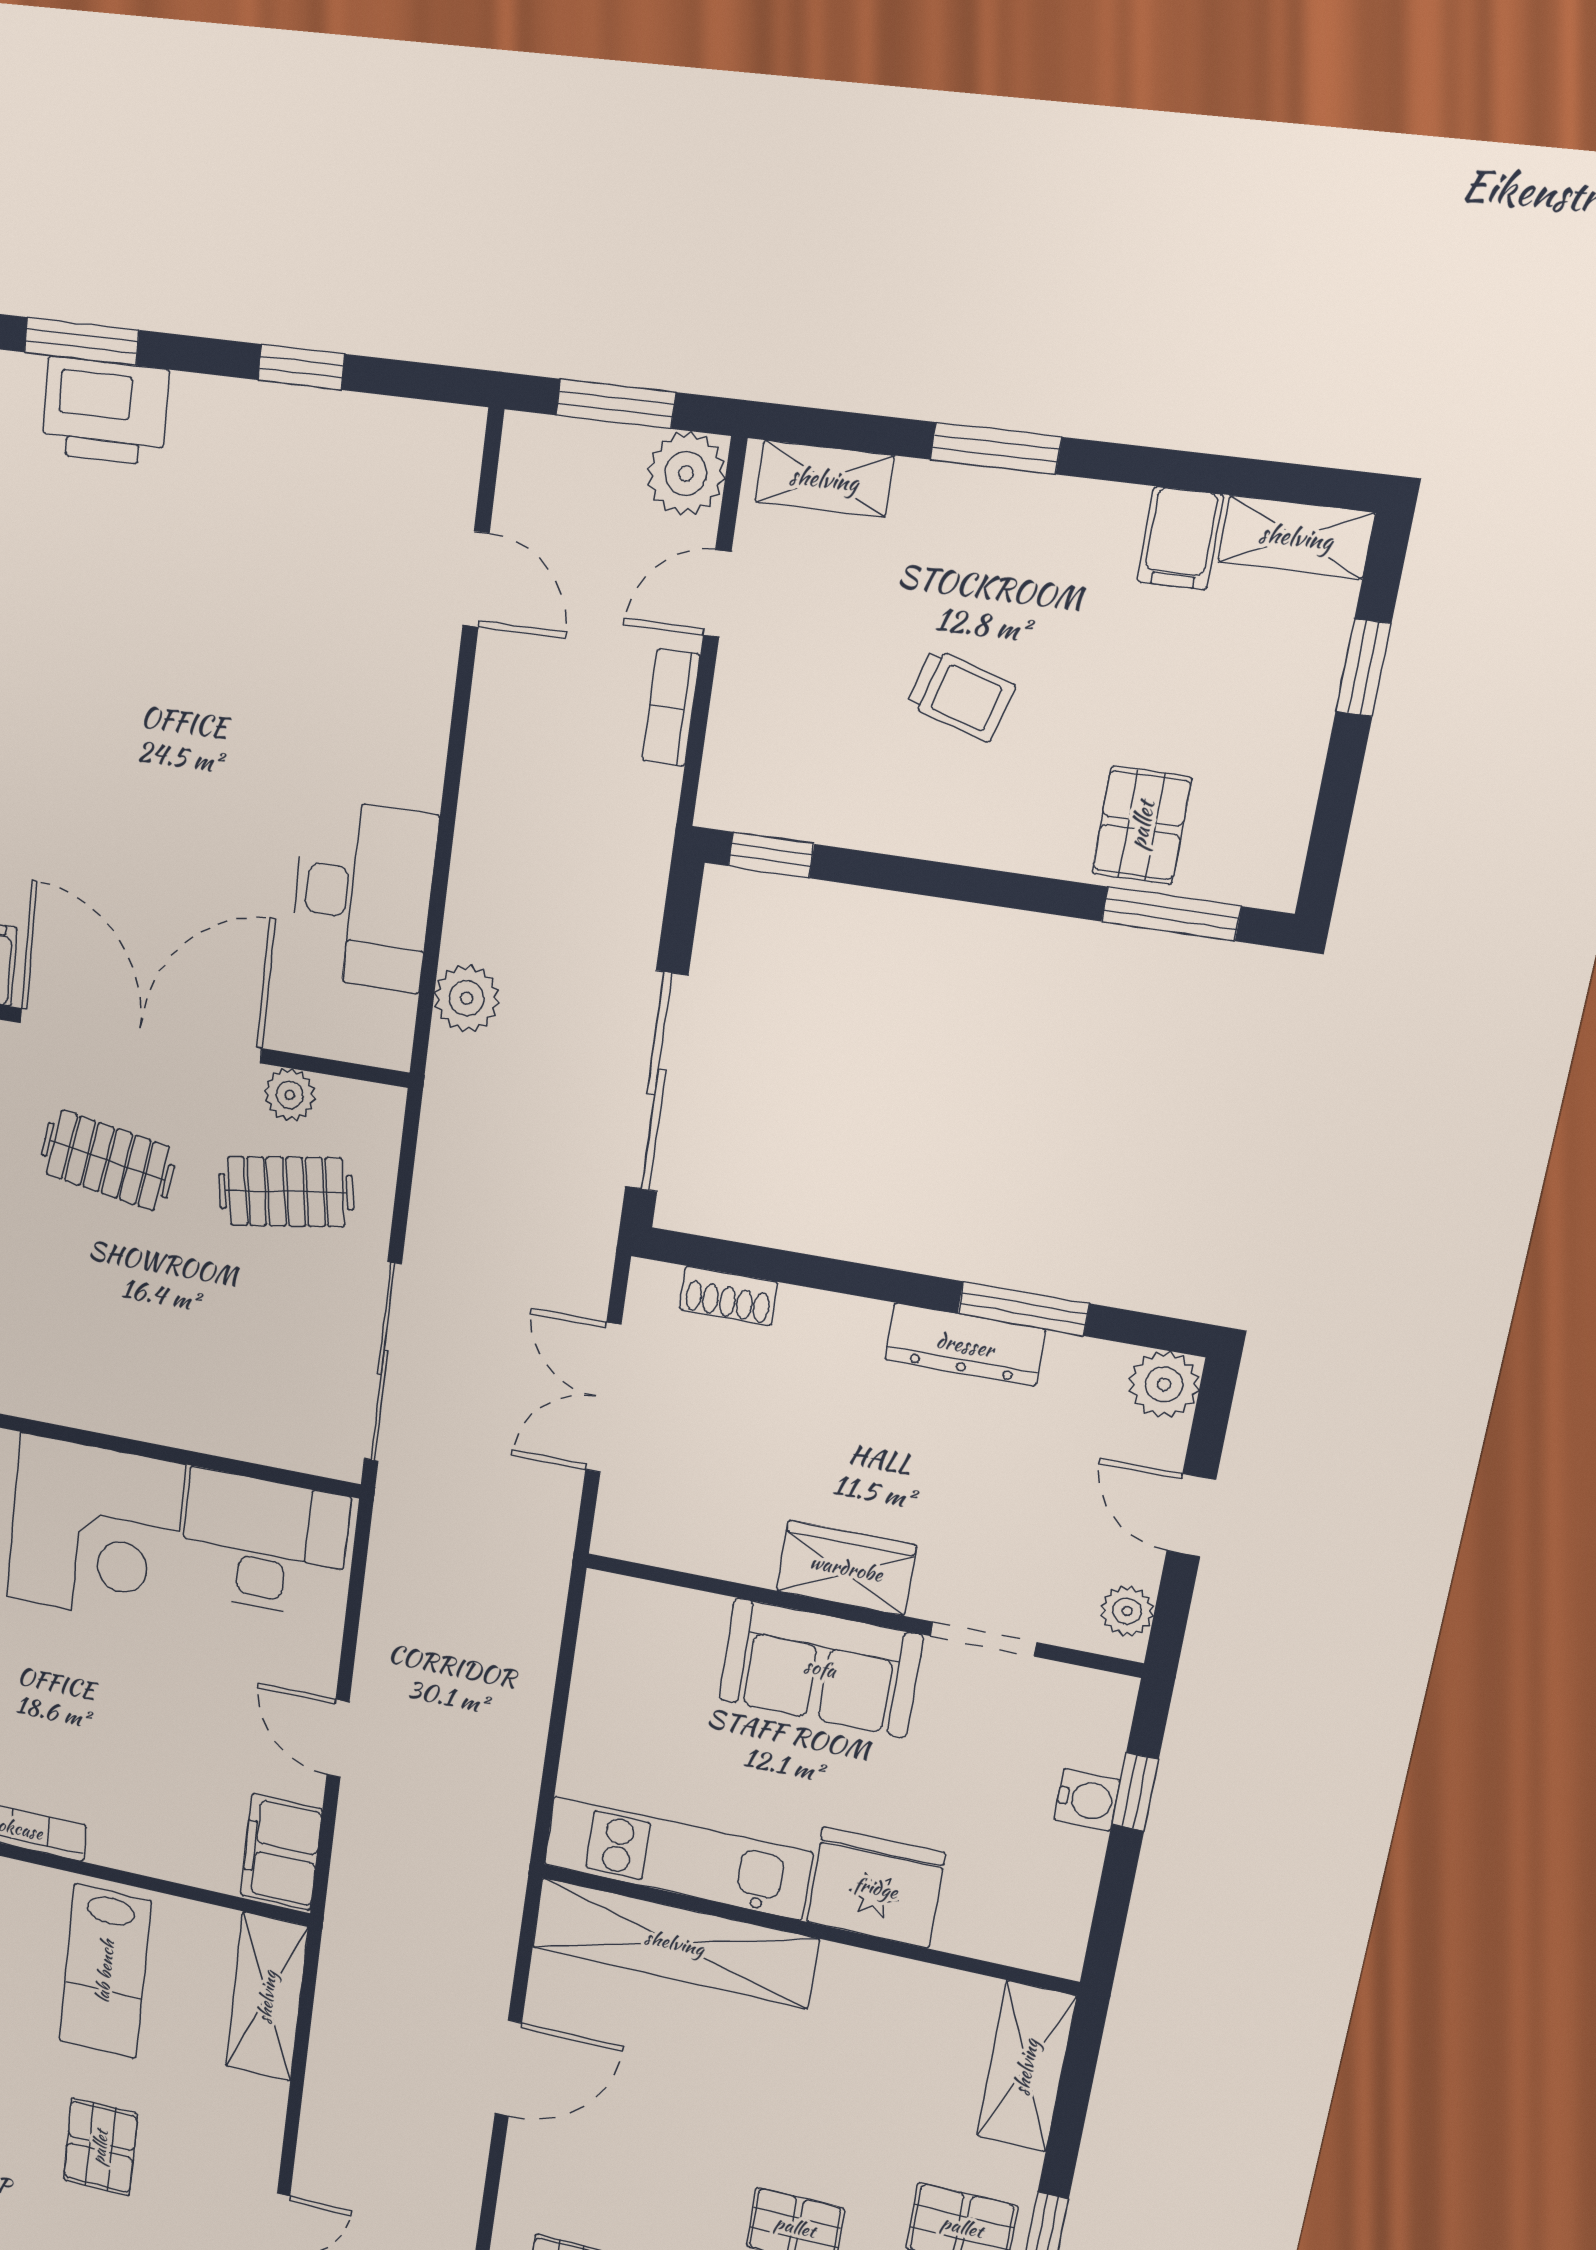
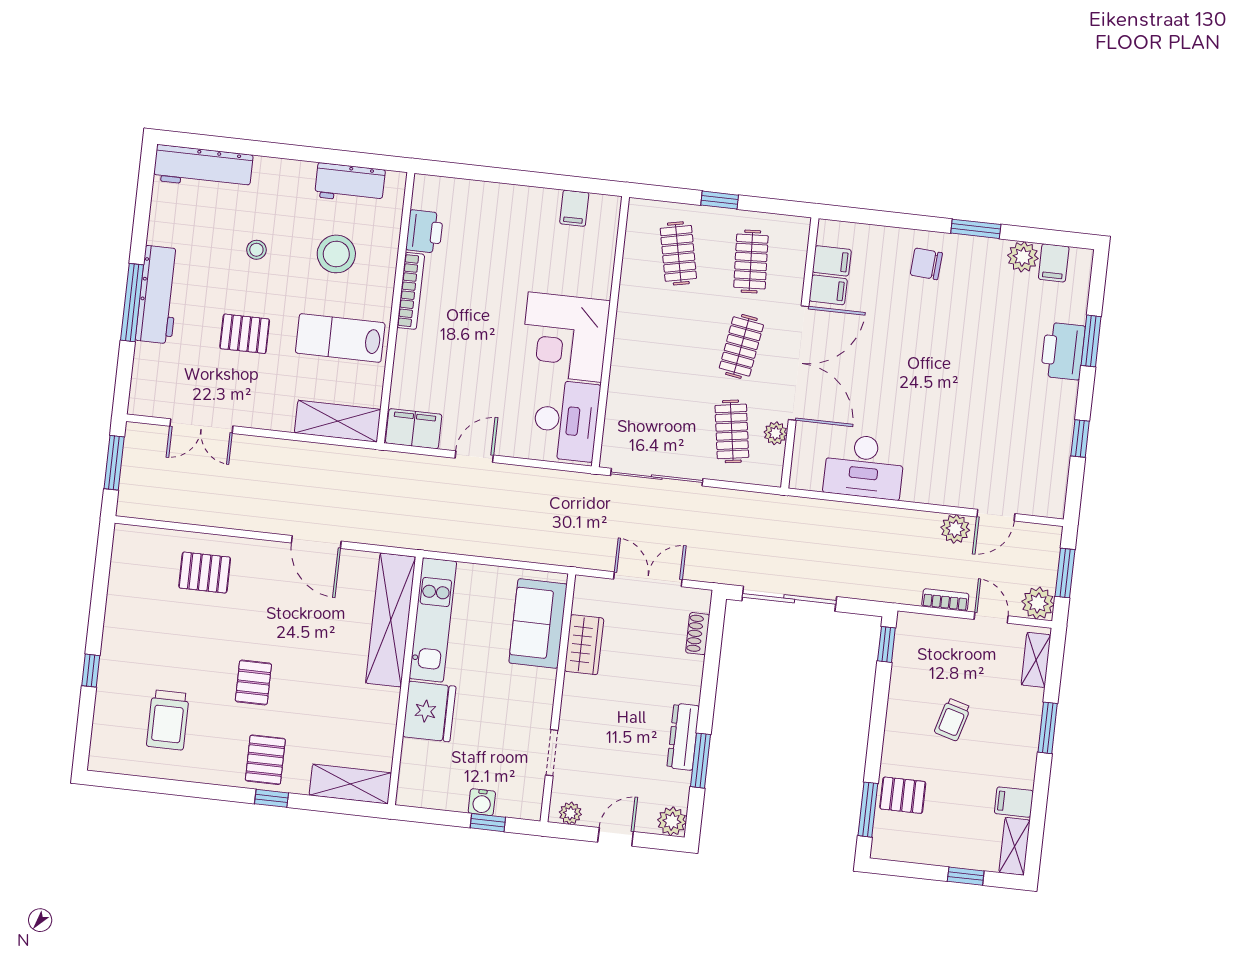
plant: (467, 998) -> (955, 529), moved
wardrobe: (846, 1568) -> (584, 645), moved
sofa: (820, 1668) -> (538, 623), moved

